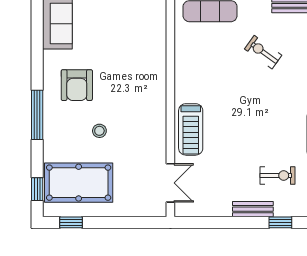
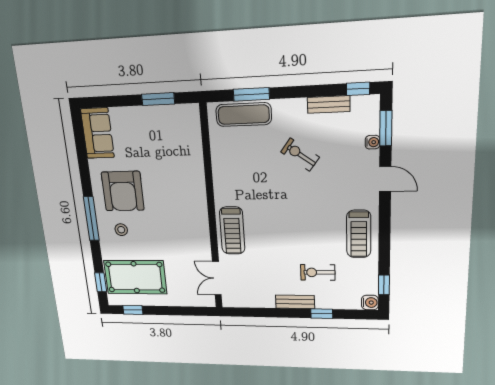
armchair: (77, 85) -> (123, 191), width x1.36, depth x1.36
stool: (99, 131) -> (121, 230), moved
exercise bike: (277, 176) -> (318, 272), turned 180
double door: (170, 183) -> (217, 278), swing flipped

